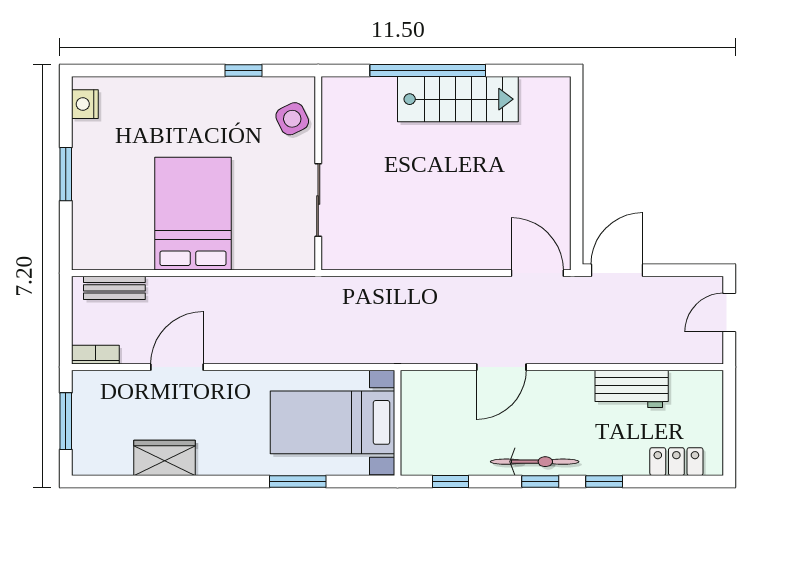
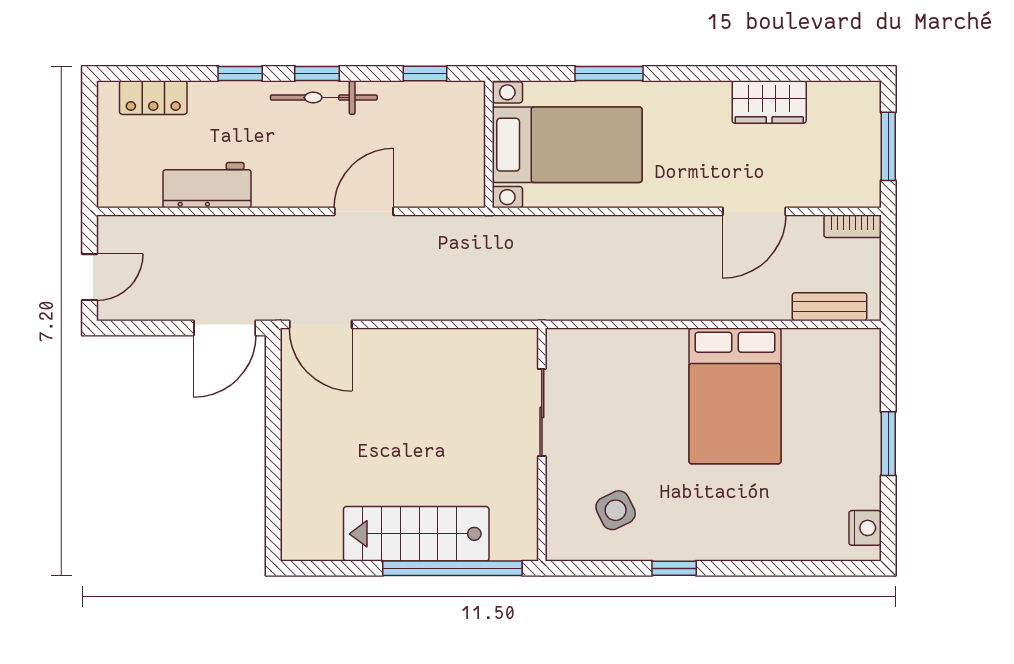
wall: (318, 173) -> (542, 445), moved
sliding door: (318, 200) -> (542, 412), moved

